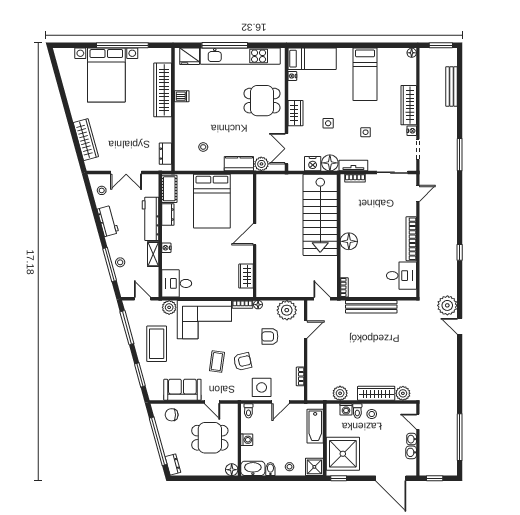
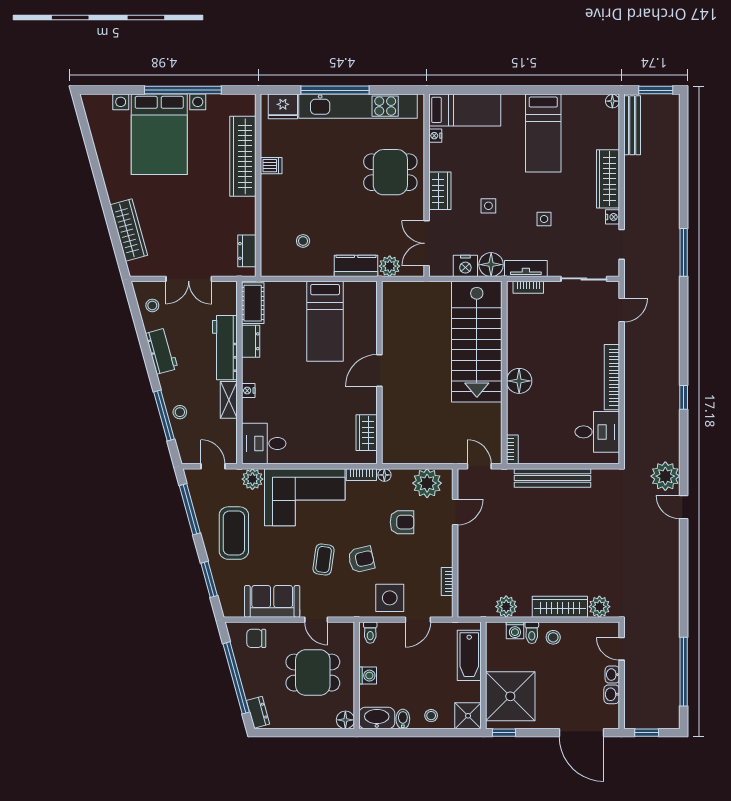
bench: (451, 86) -> (632, 125), moved
bed: (212, 201) -> (325, 321), width x0.67
armchair: (270, 336) -> (402, 522), turned 180

